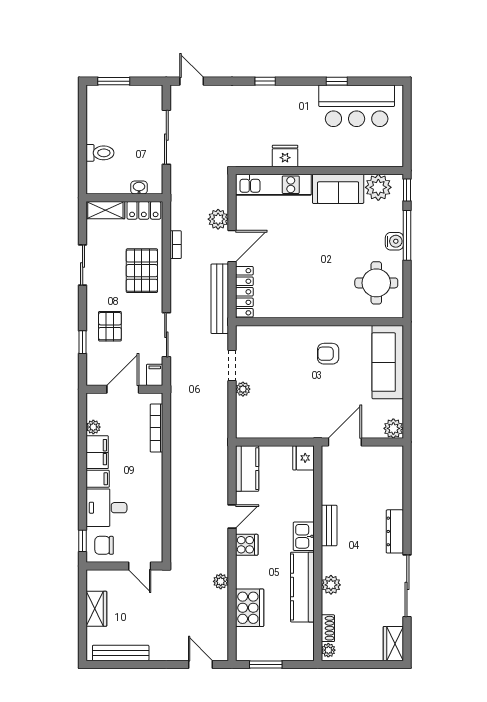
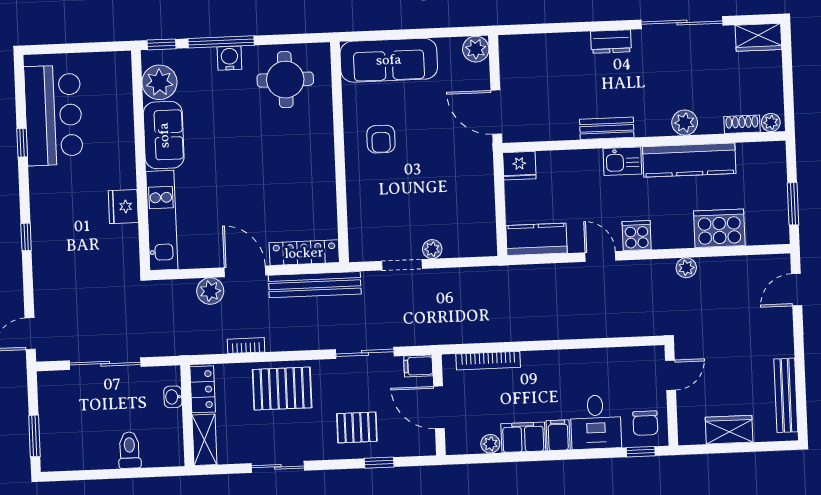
dresser: (395, 531) -> (611, 42), width x0.70

